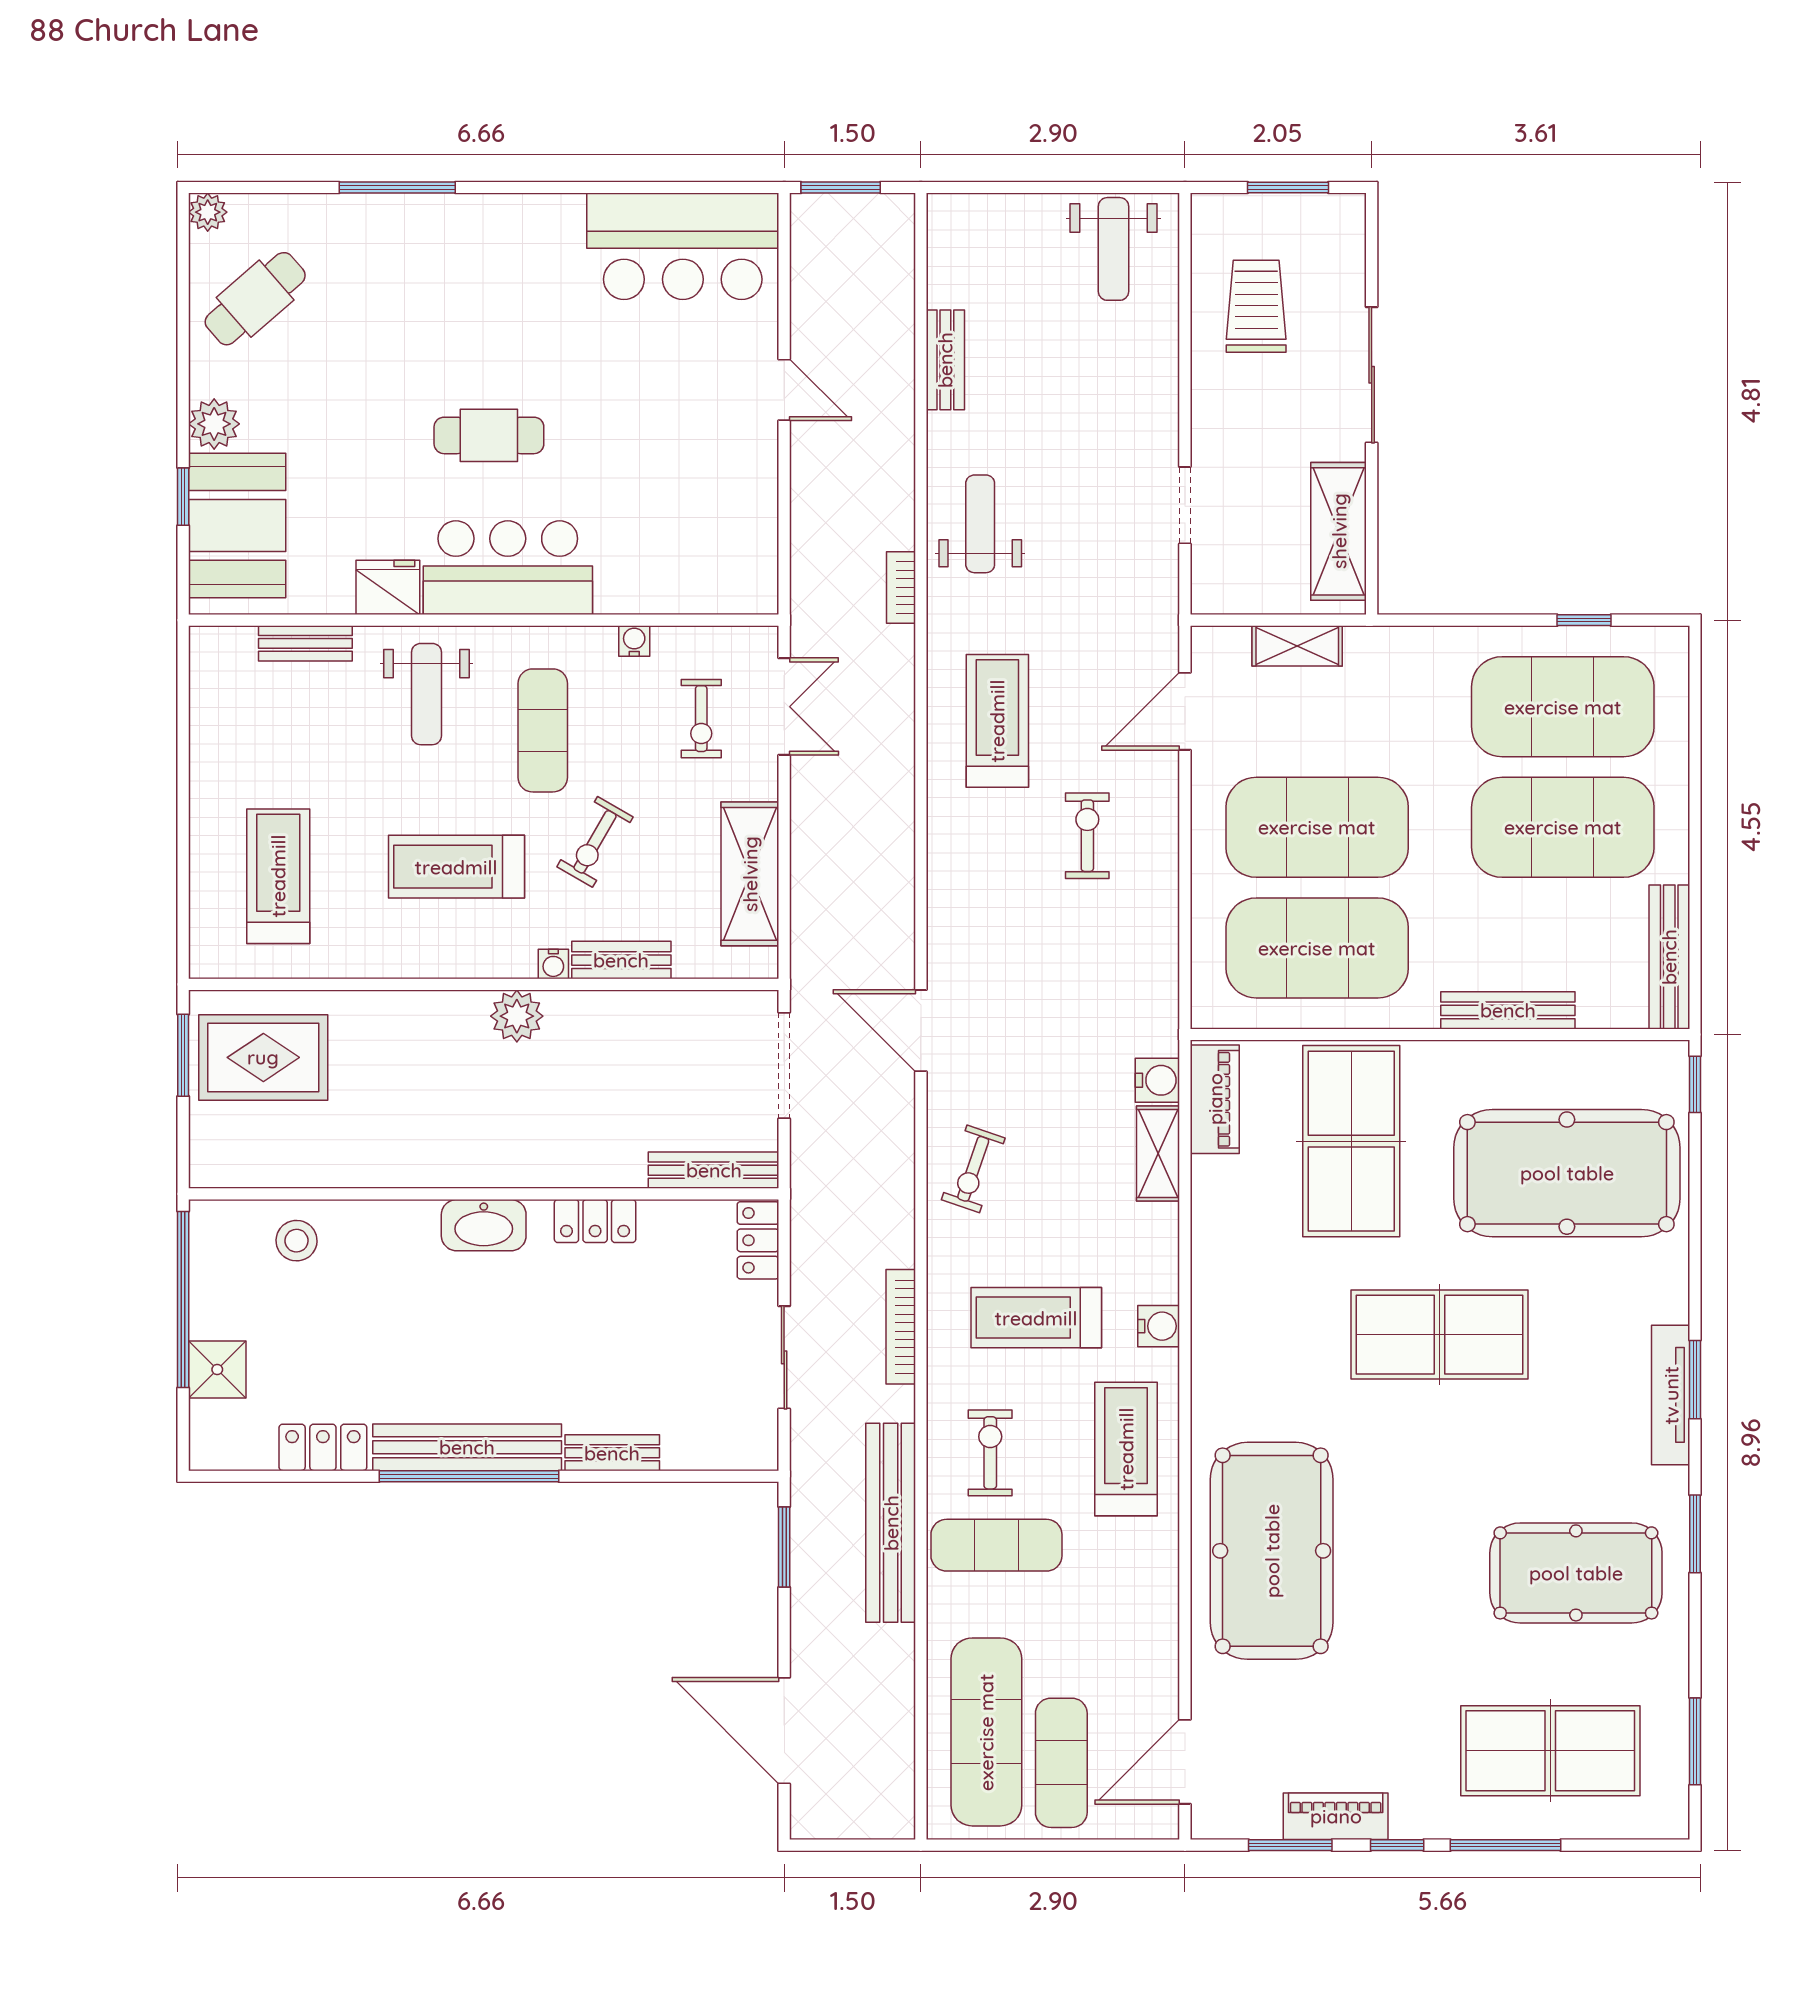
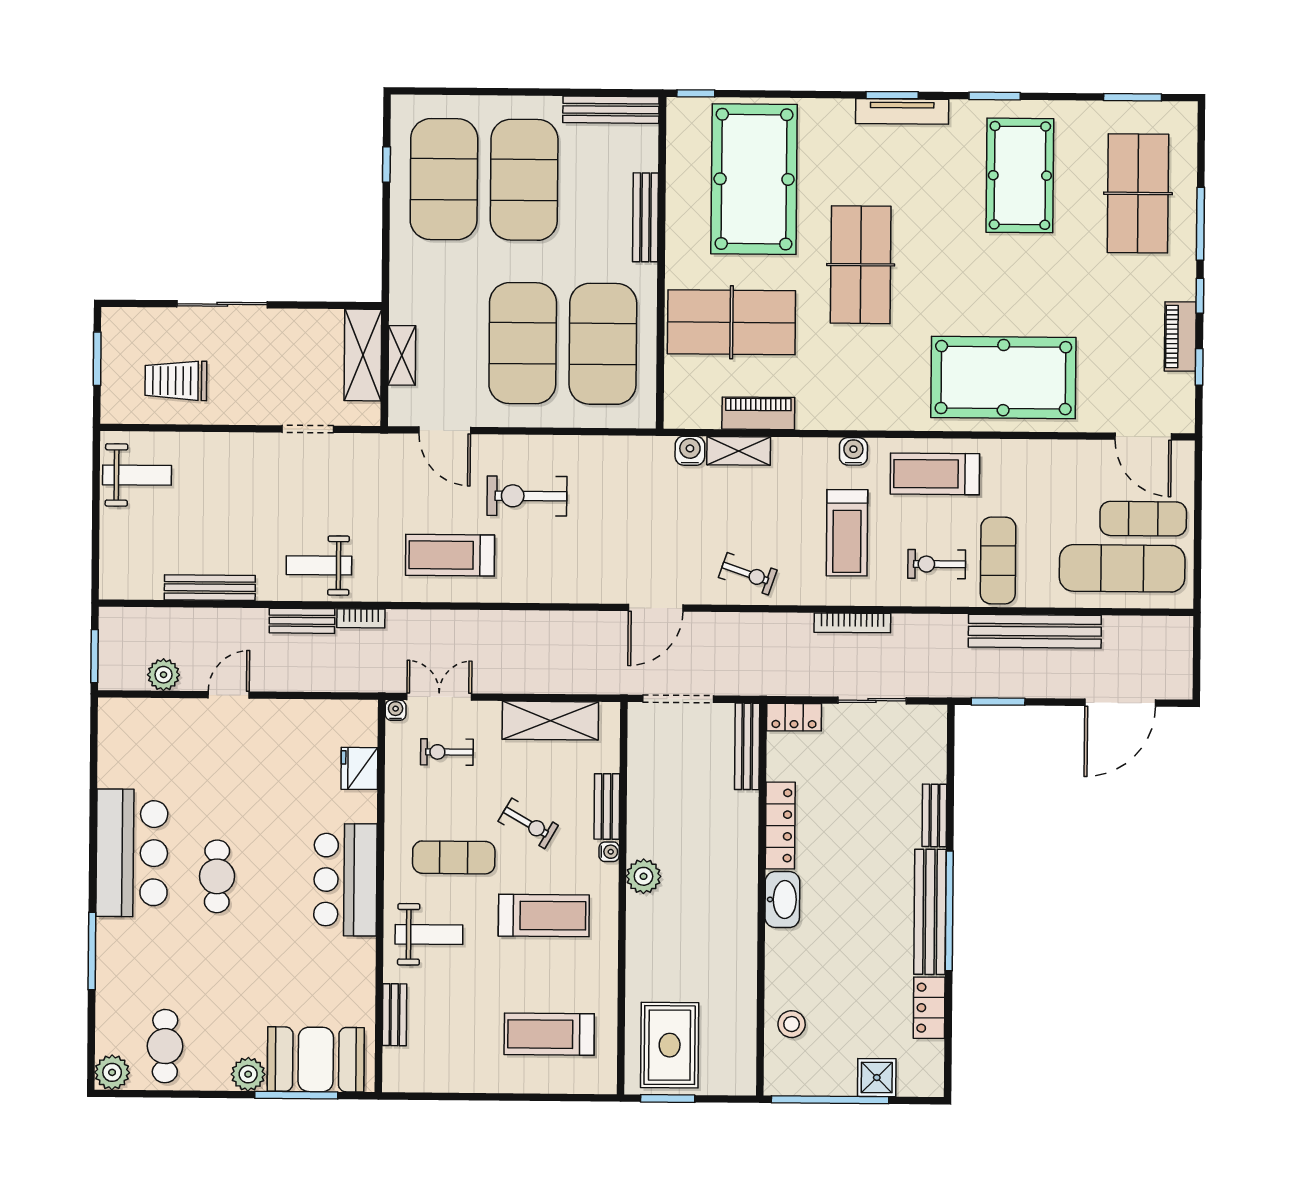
plant: (208, 212) -> (112, 1072), width x1.38, depth x1.38
bar counter: (683, 246) -> (132, 853), moved
plant: (814, 291) -> (164, 675), added
cafe table: (255, 299) -> (165, 1046), turned 41
bench: (945, 360) -> (210, 588), width x1.36
cafe table: (489, 435) -> (217, 876), moved
window: (183, 497) -> (296, 1095), width x2.17
bench: (897, 499) -> (302, 621), added
shelving: (1339, 531) -> (363, 355), moved, turned 90
fridge: (388, 587) -> (359, 768), moved
water cooler: (634, 641) -> (396, 710), moved, turned 90
exercise bike: (701, 719) -> (447, 752), turned 180
exercise bike: (1087, 836) -> (527, 496), width x1.38, depth x1.39
treadmill: (456, 867) -> (544, 916), turned -90
piano: (1215, 1099) -> (758, 413), moved
locker: (595, 1221) -> (780, 825), width x1.53
bench: (891, 1523) -> (1035, 631), moved
window: (1290, 1845) -> (1199, 367), width x0.67

